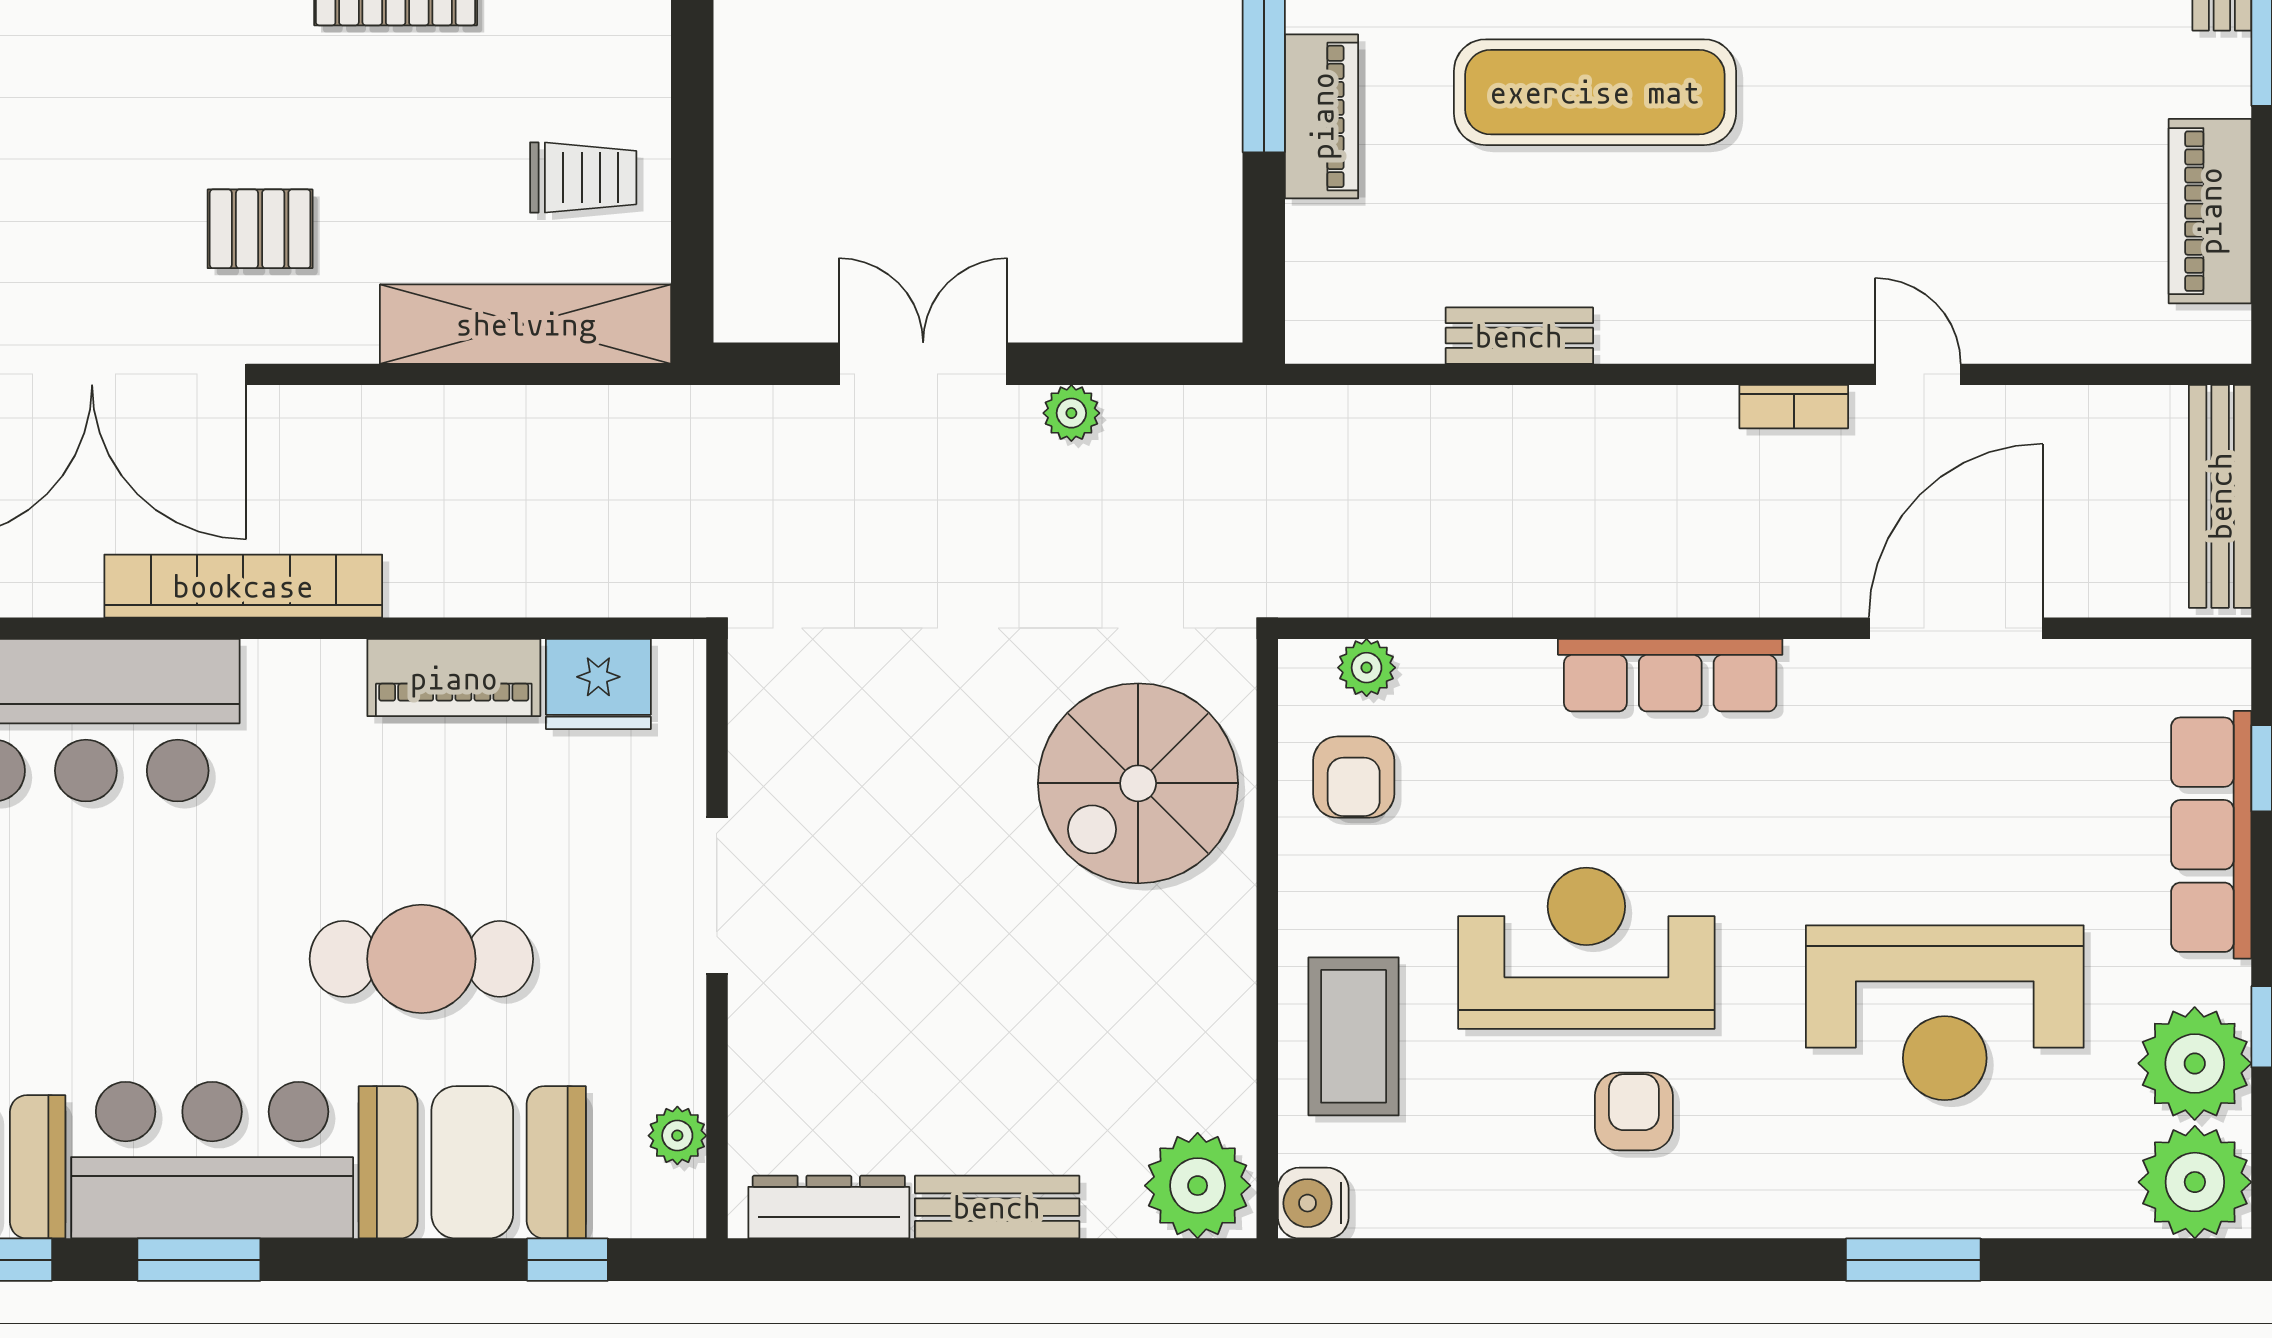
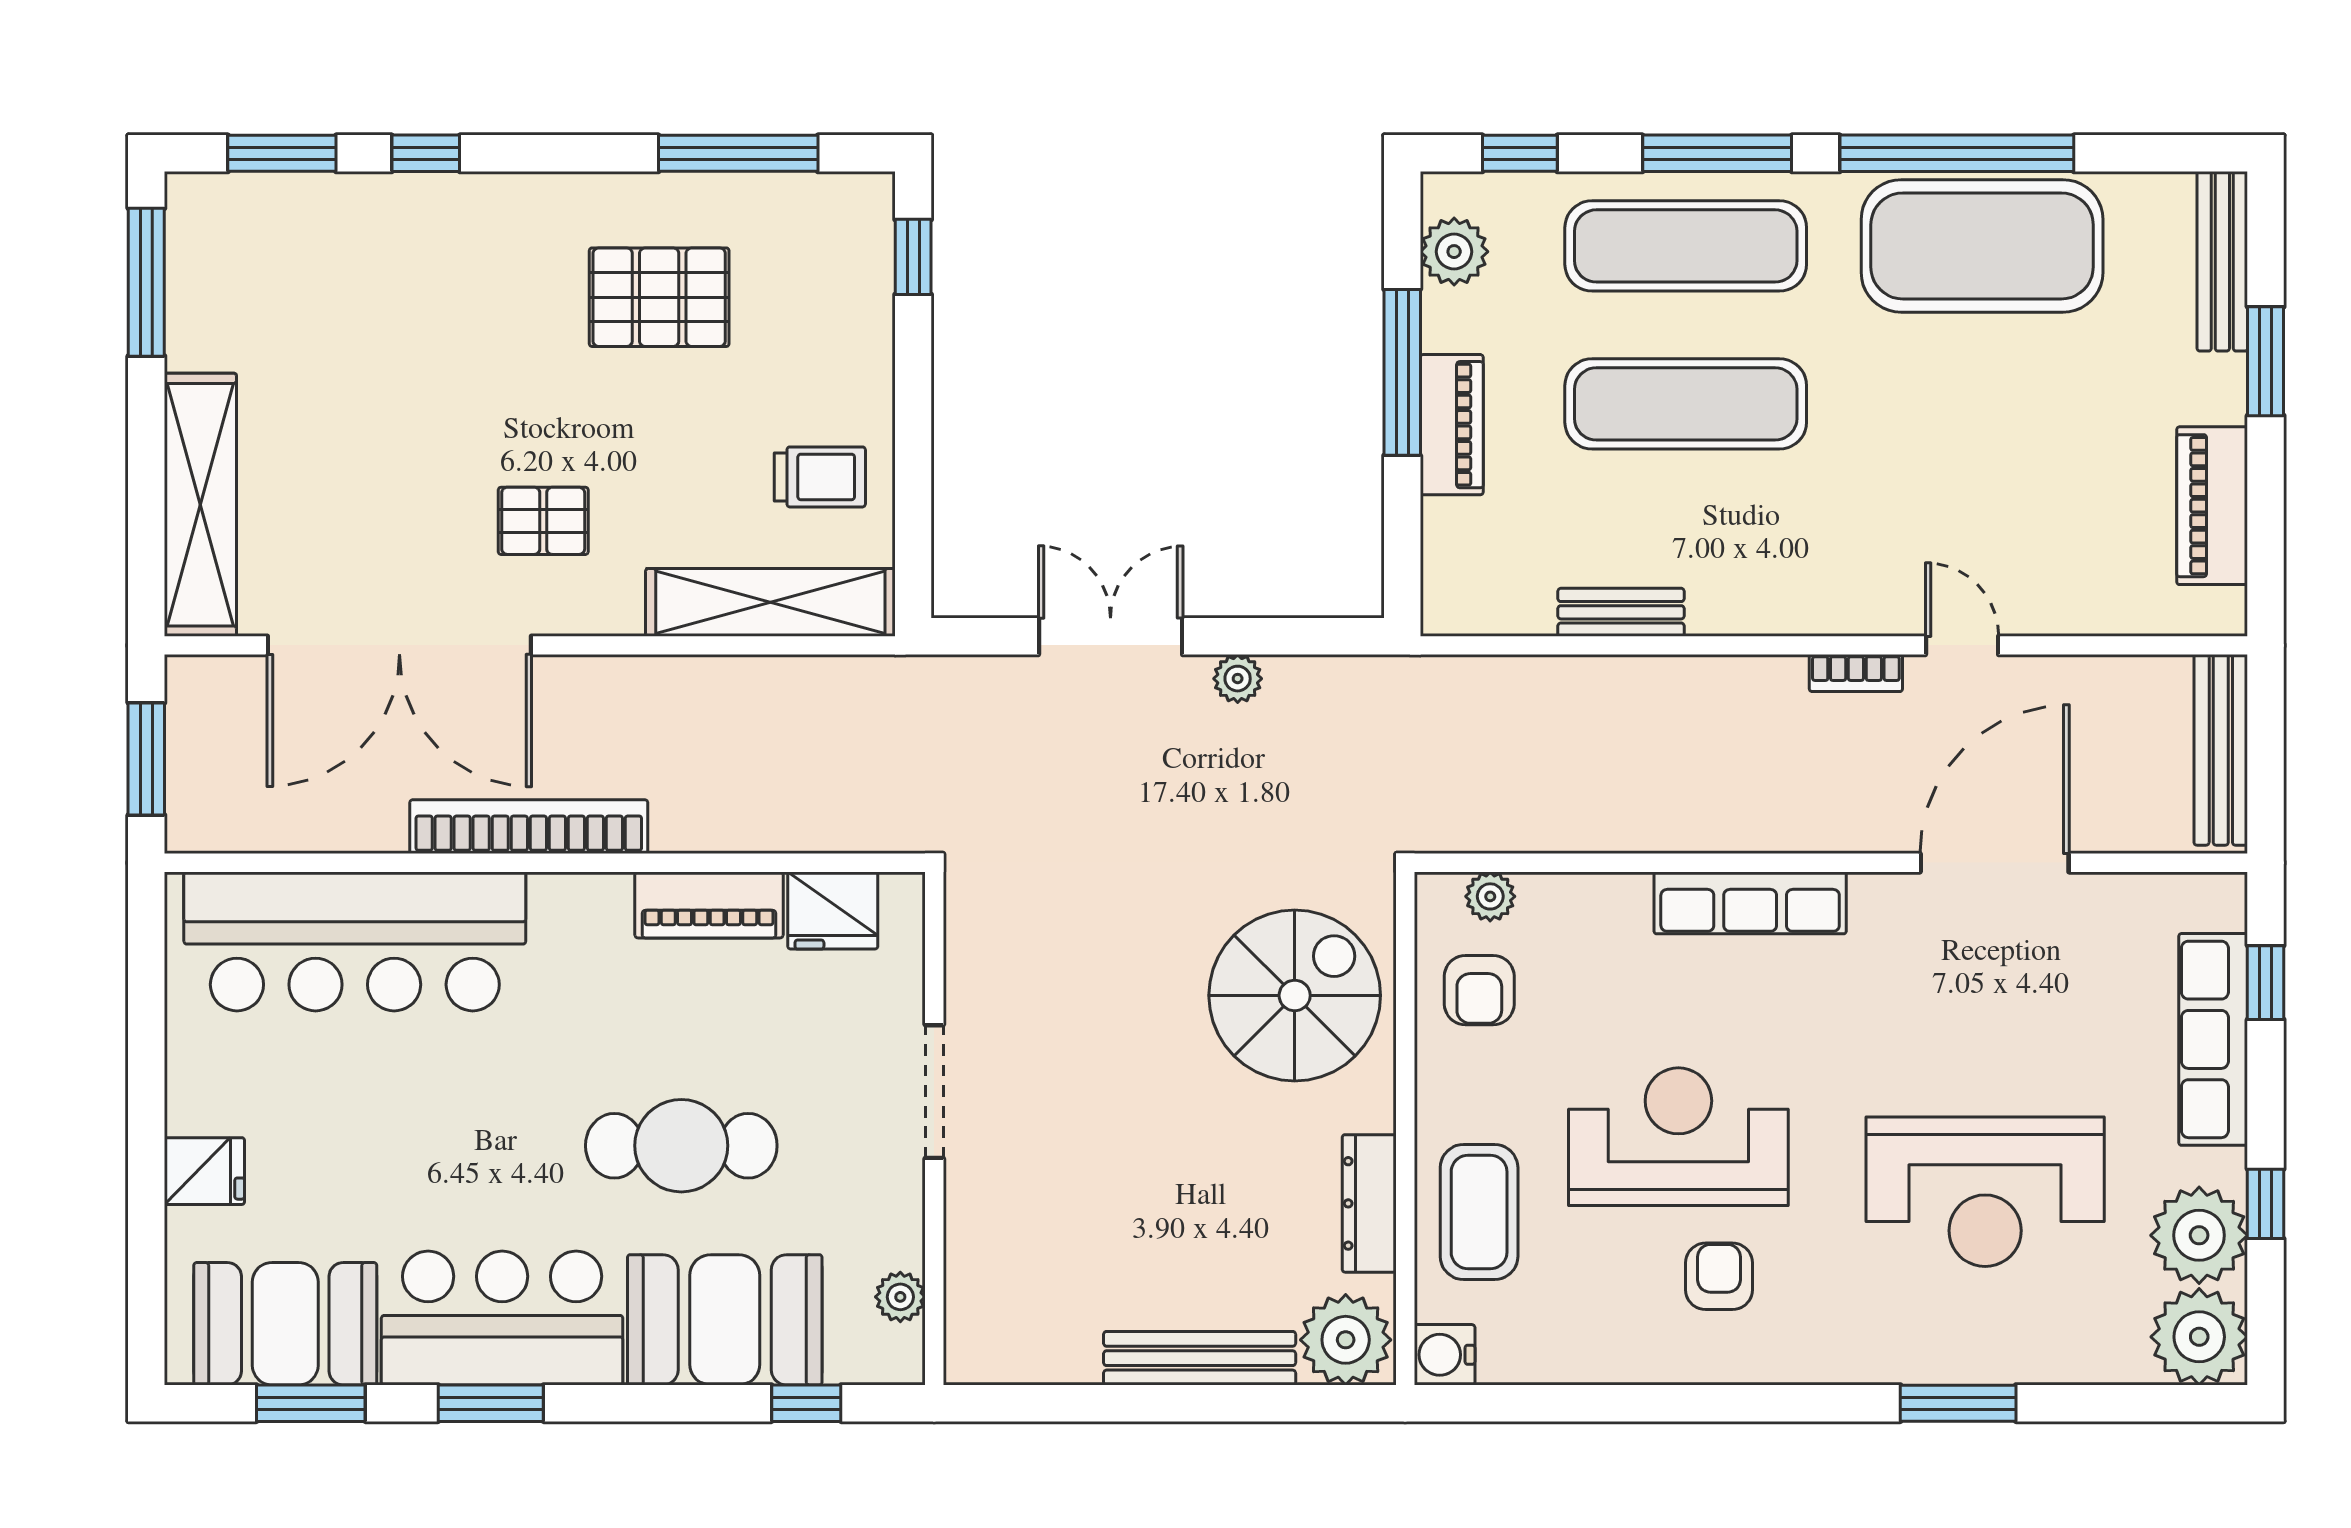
spiral stairs: (1138, 783) -> (1295, 995), turned 180
dresser: (829, 1207) -> (1369, 1203), moved, turned -90
bench: (997, 1207) -> (1200, 1358), width x1.36

